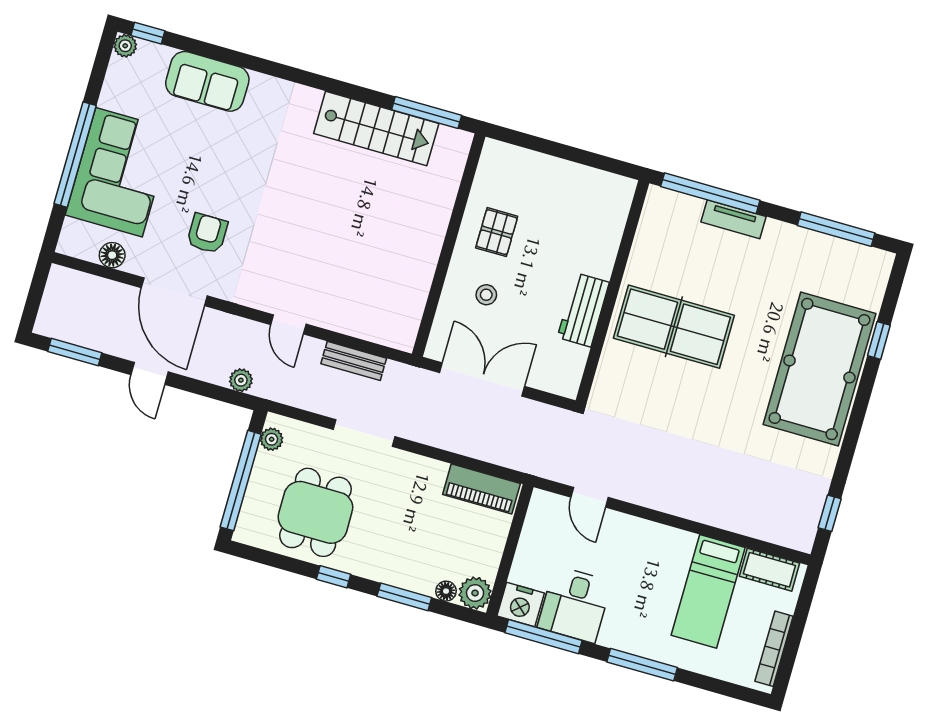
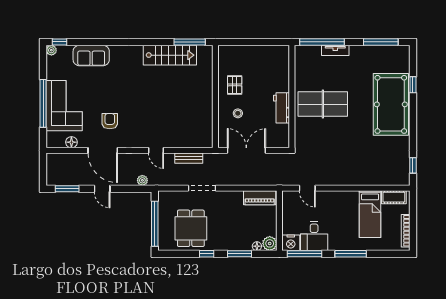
plant: (272, 439) -> (163, 202), removed

